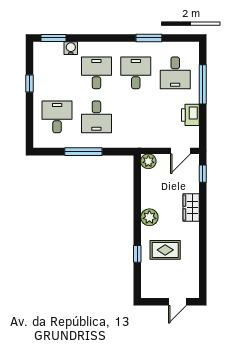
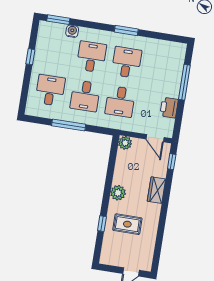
window: (149, 38) -> (126, 31), moved
desk: (175, 73) -> (120, 102), moved
door: (180, 151) -> (155, 138), hinge flipped

